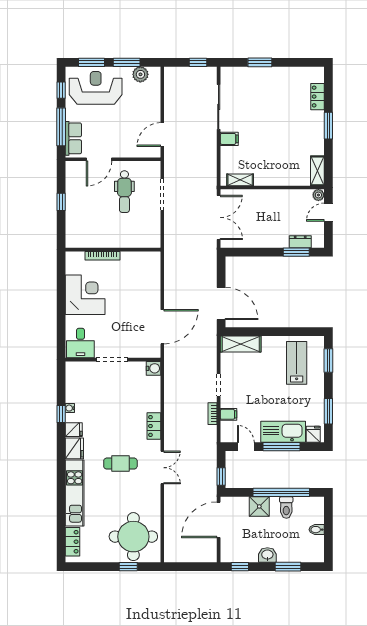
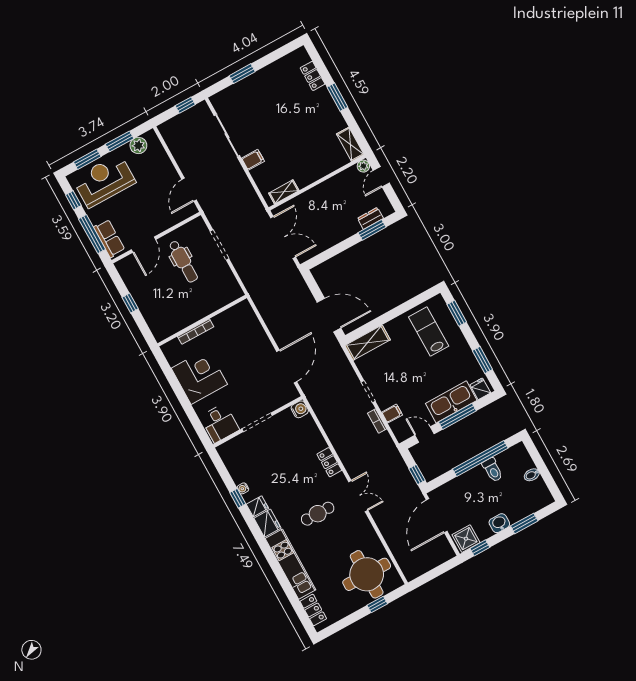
shower: (259, 506) -> (466, 539), moved

